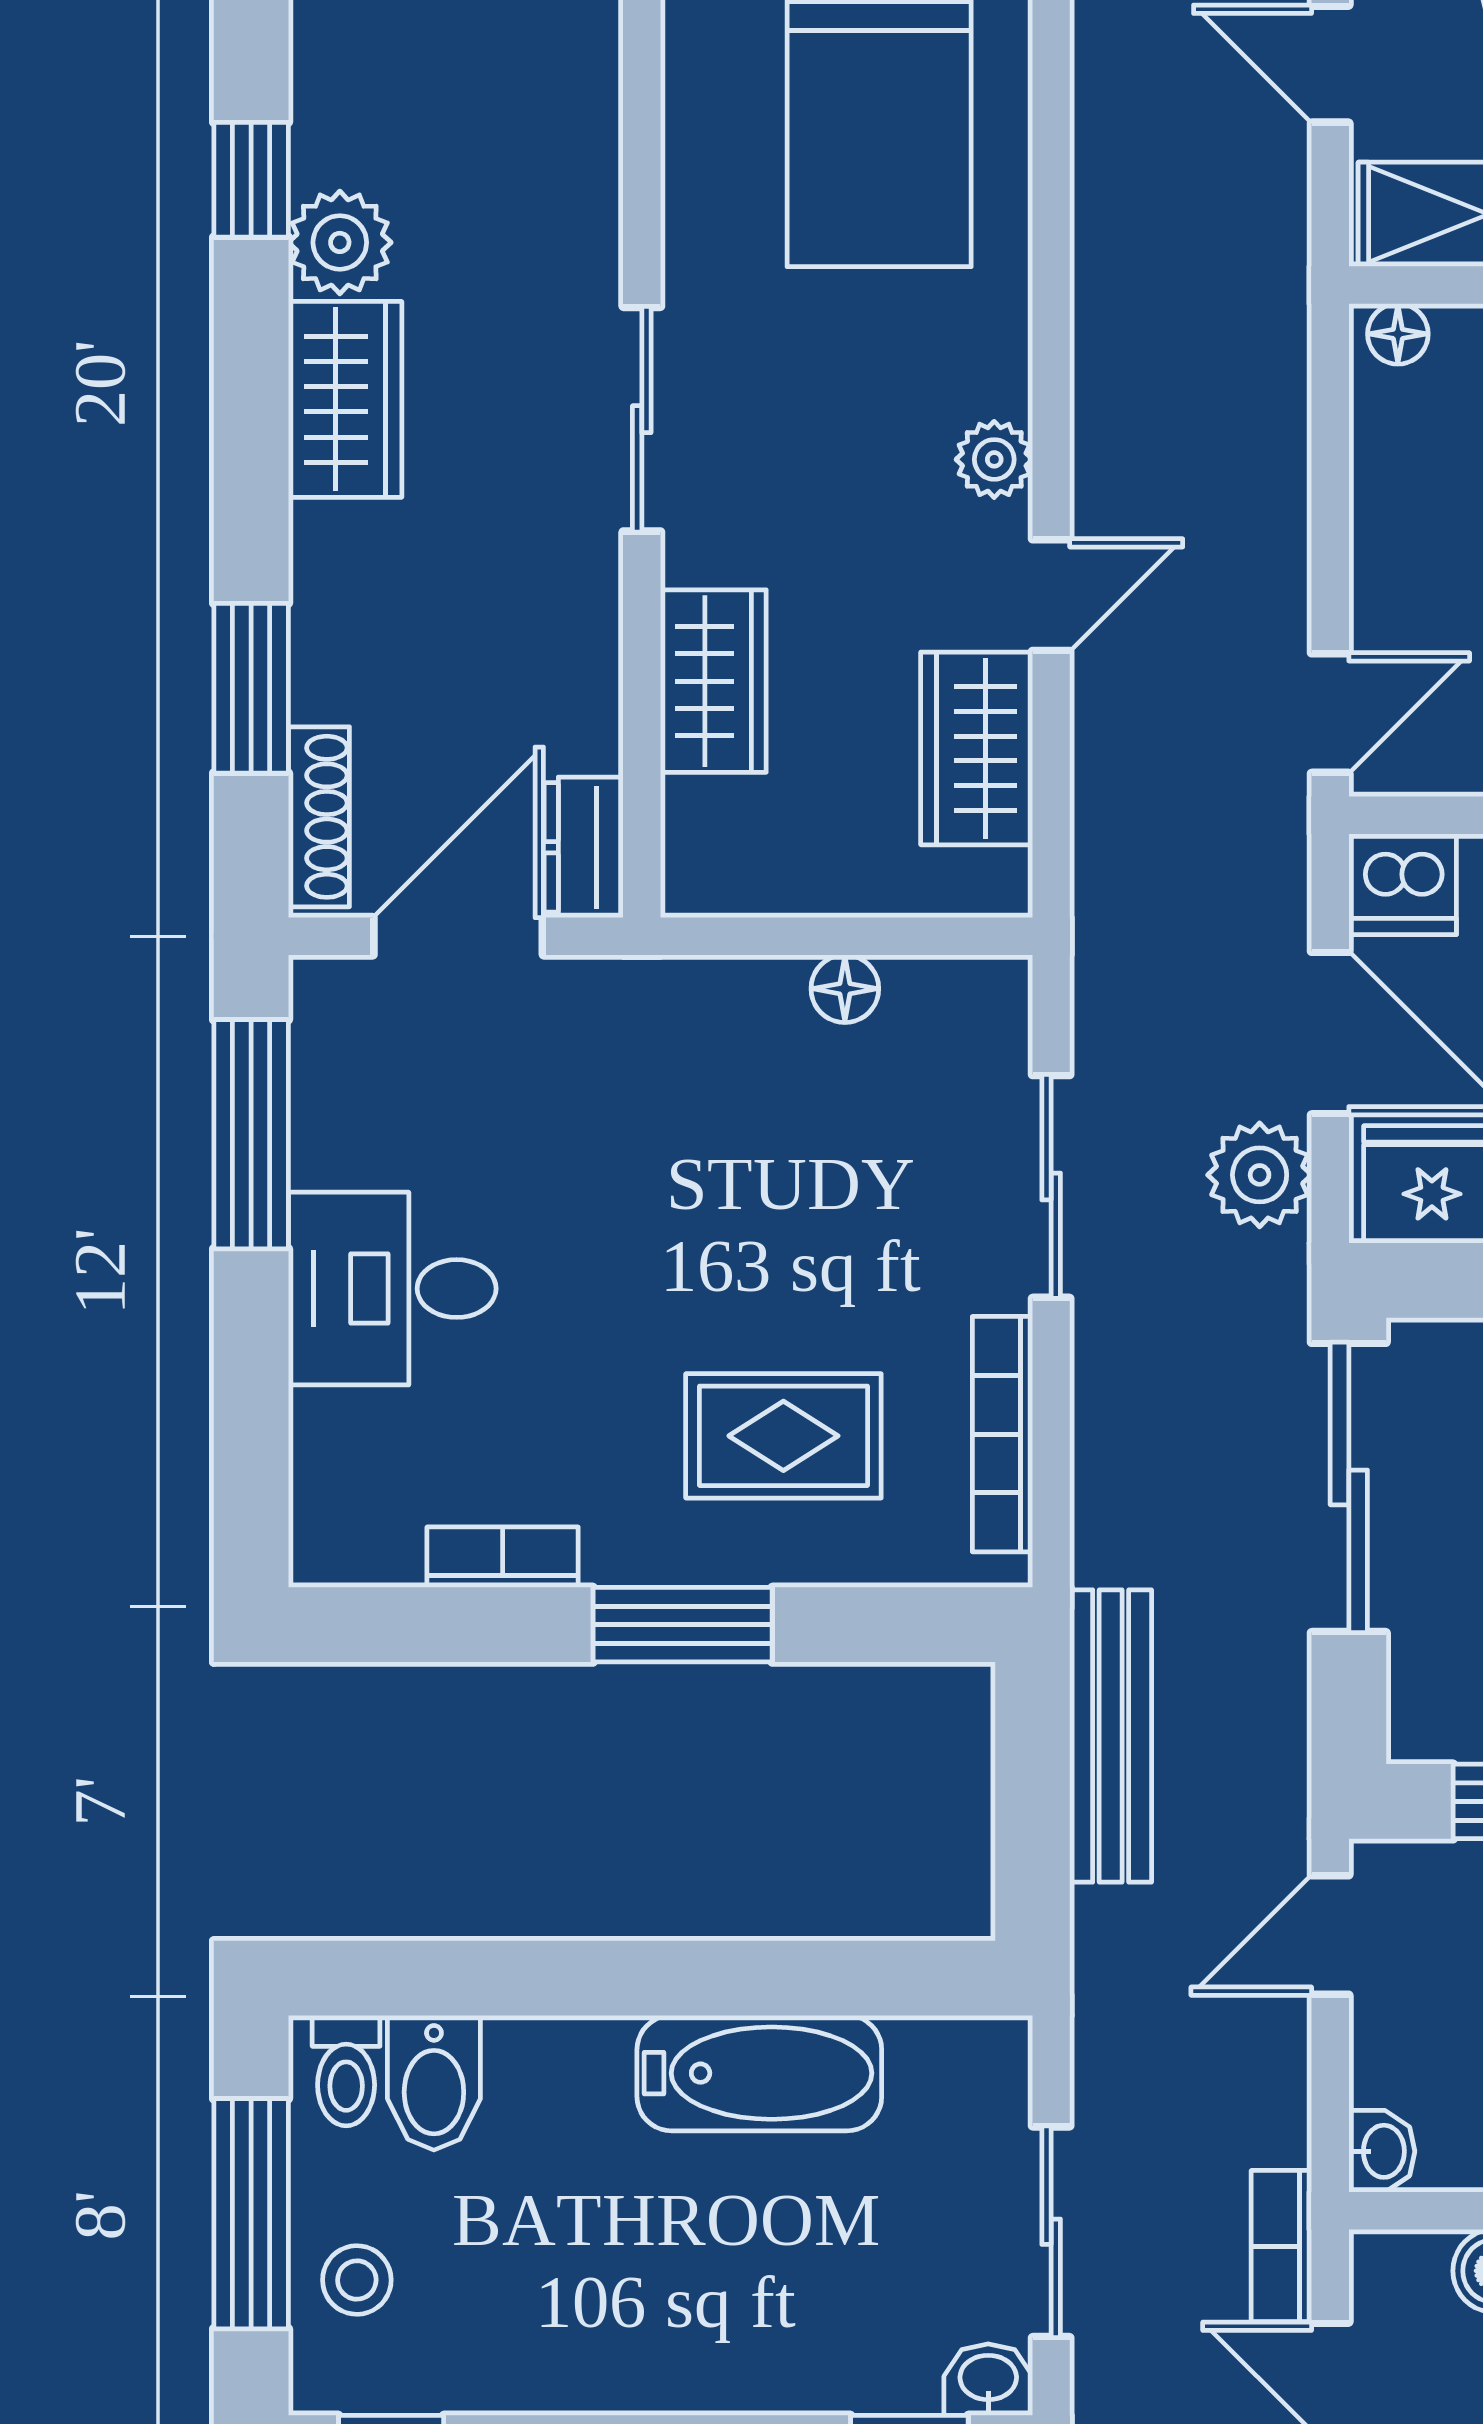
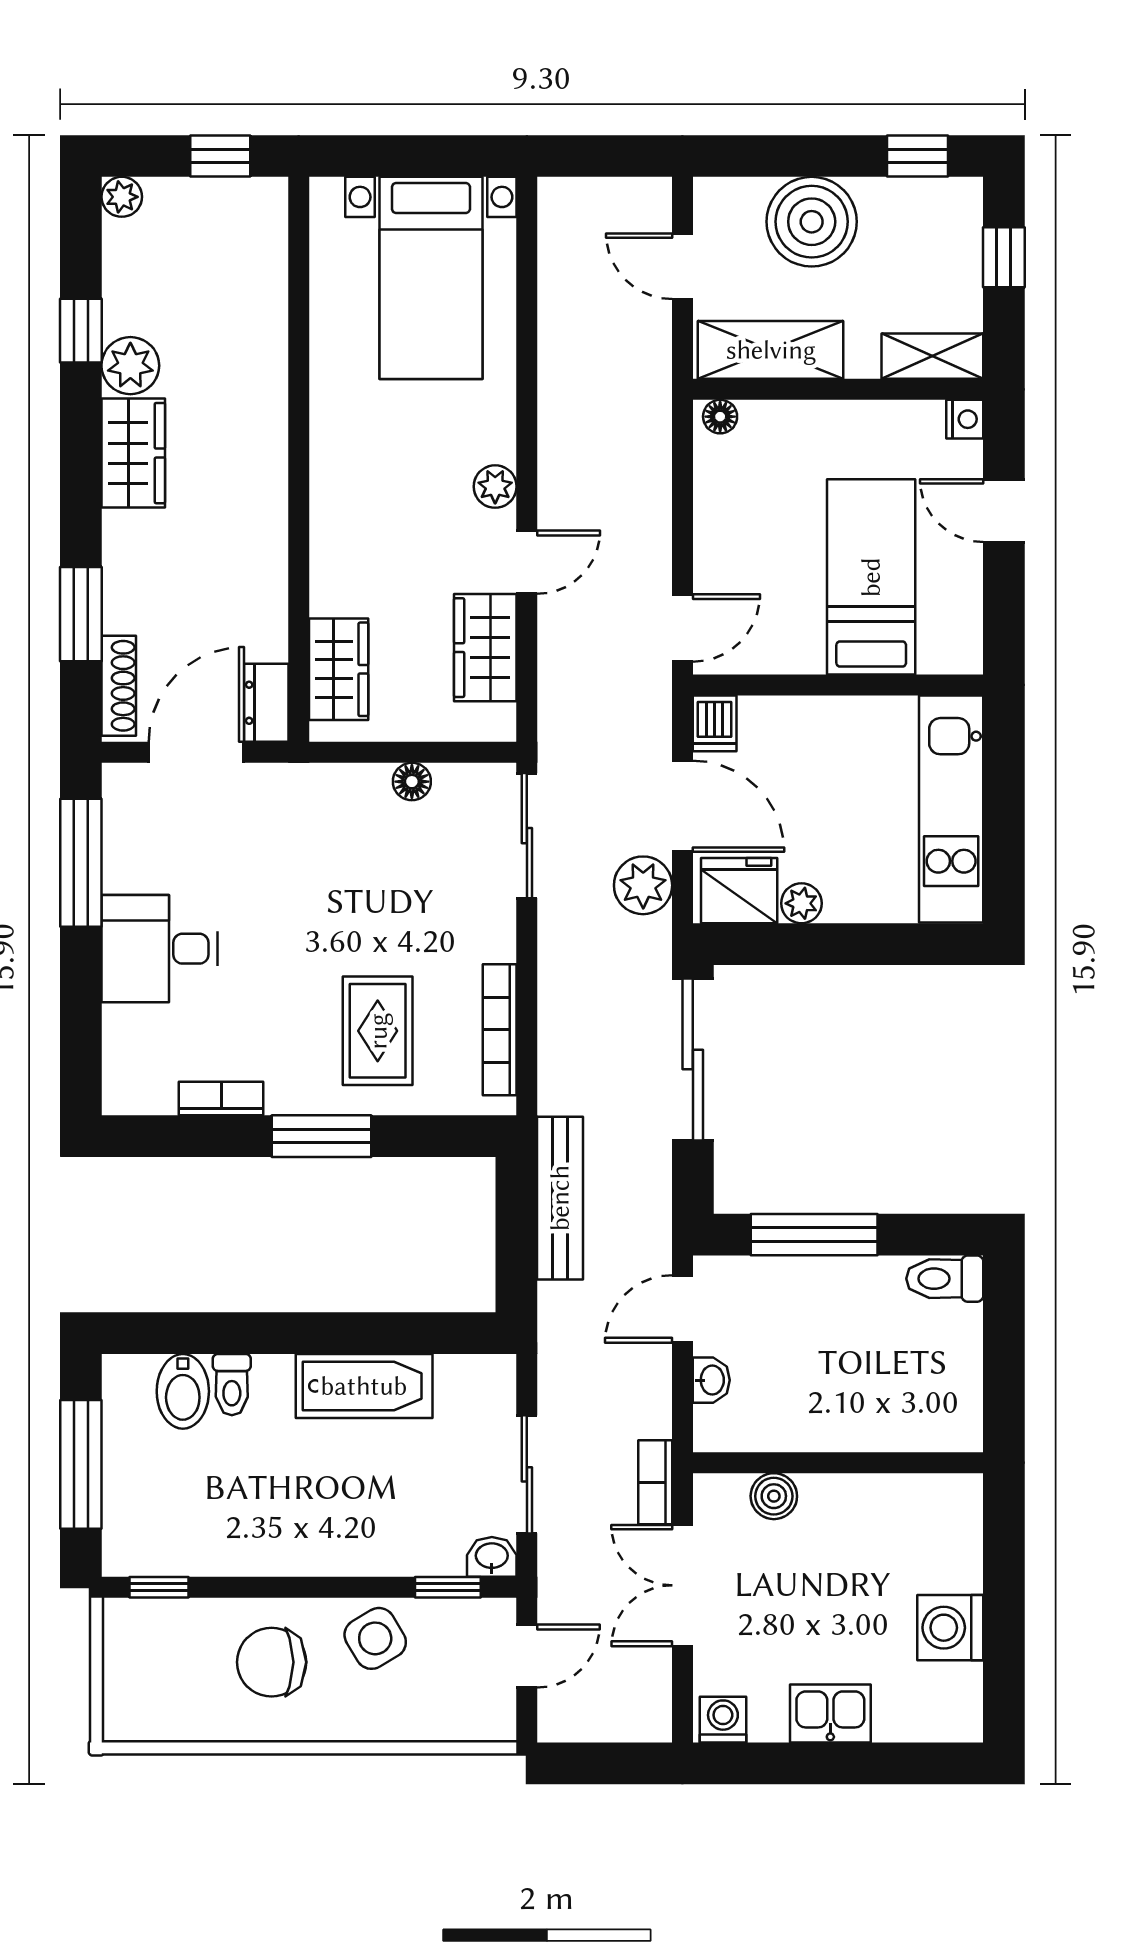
sliding door: (642, 419) -> (299, 464), removed
wardrobe: (713, 681) -> (339, 669), moved
dishwasher: (1403, 884) -> (715, 723), width x0.73
sliding door: (1051, 1186) -> (527, 836), moved
rug: (783, 1436) -> (378, 1031), turned 90
toilet: (346, 2071) -> (232, 1385), moved
washbasin: (1382, 2151) -> (711, 1380), moved
stool: (357, 2280) -> (140, 1501), removed

